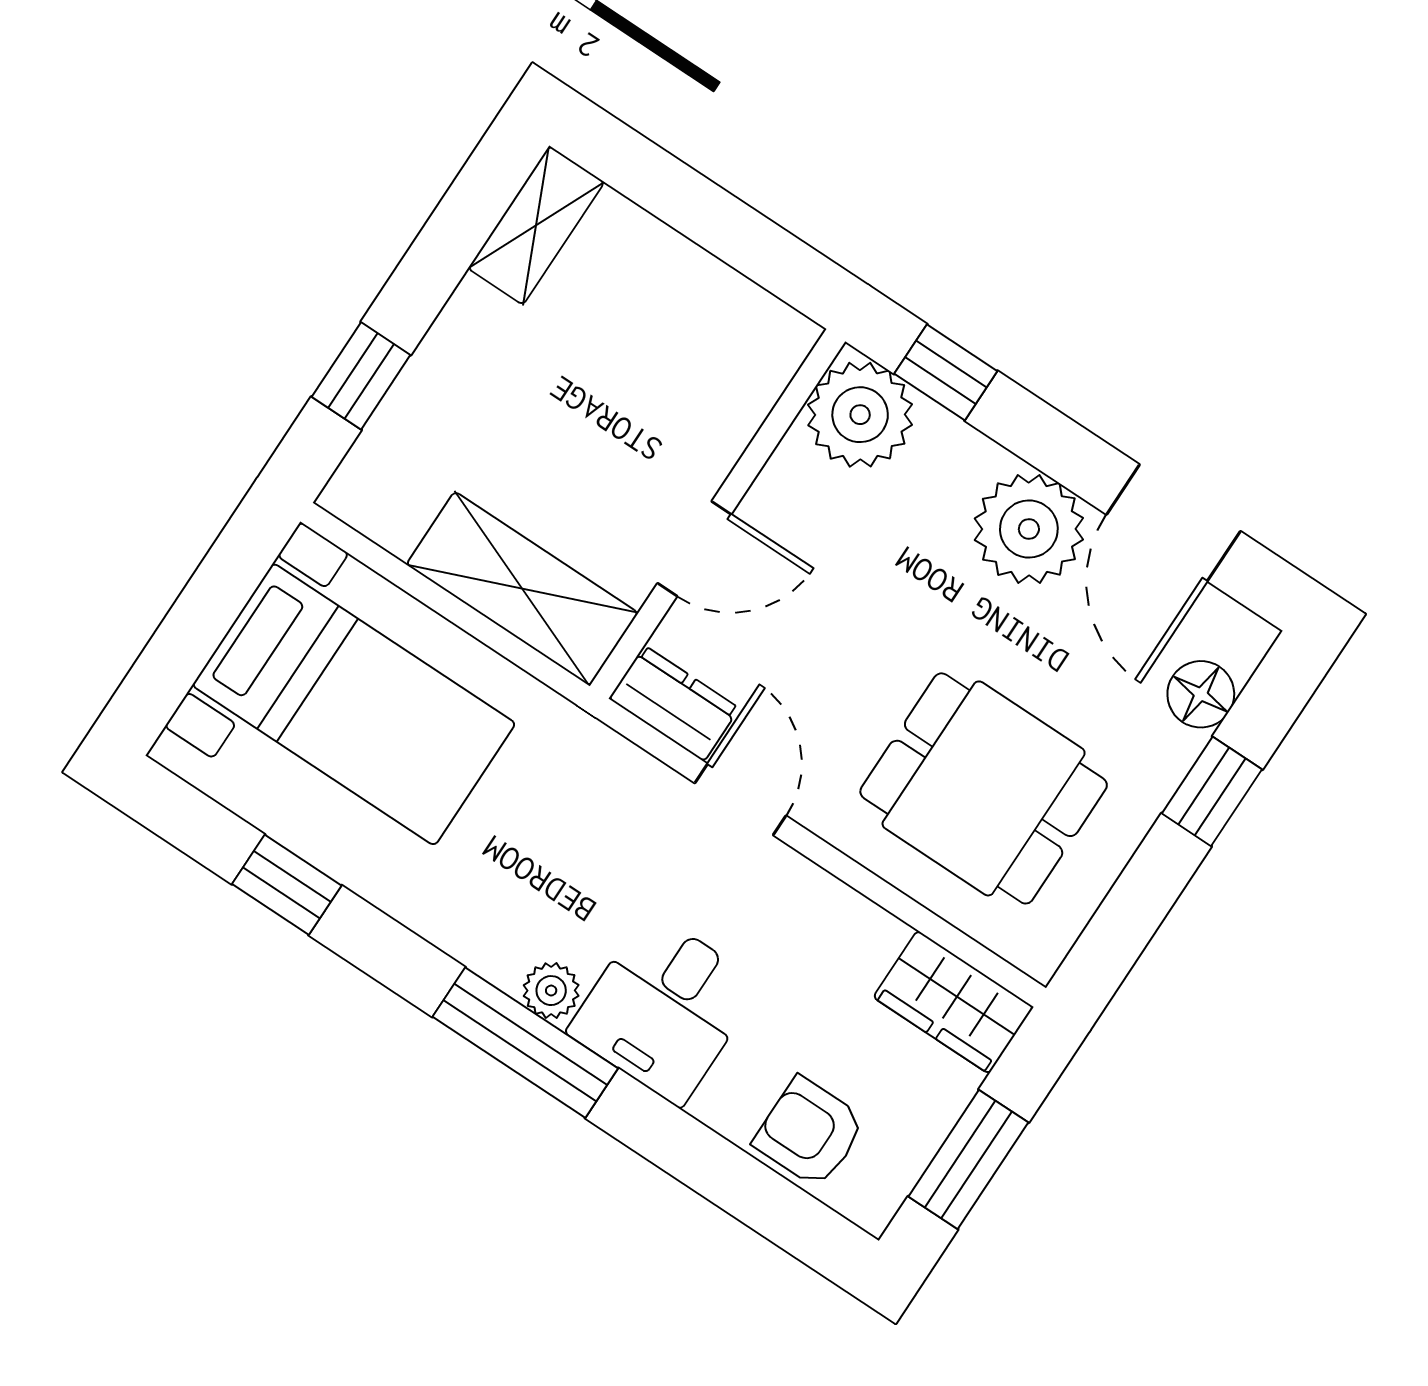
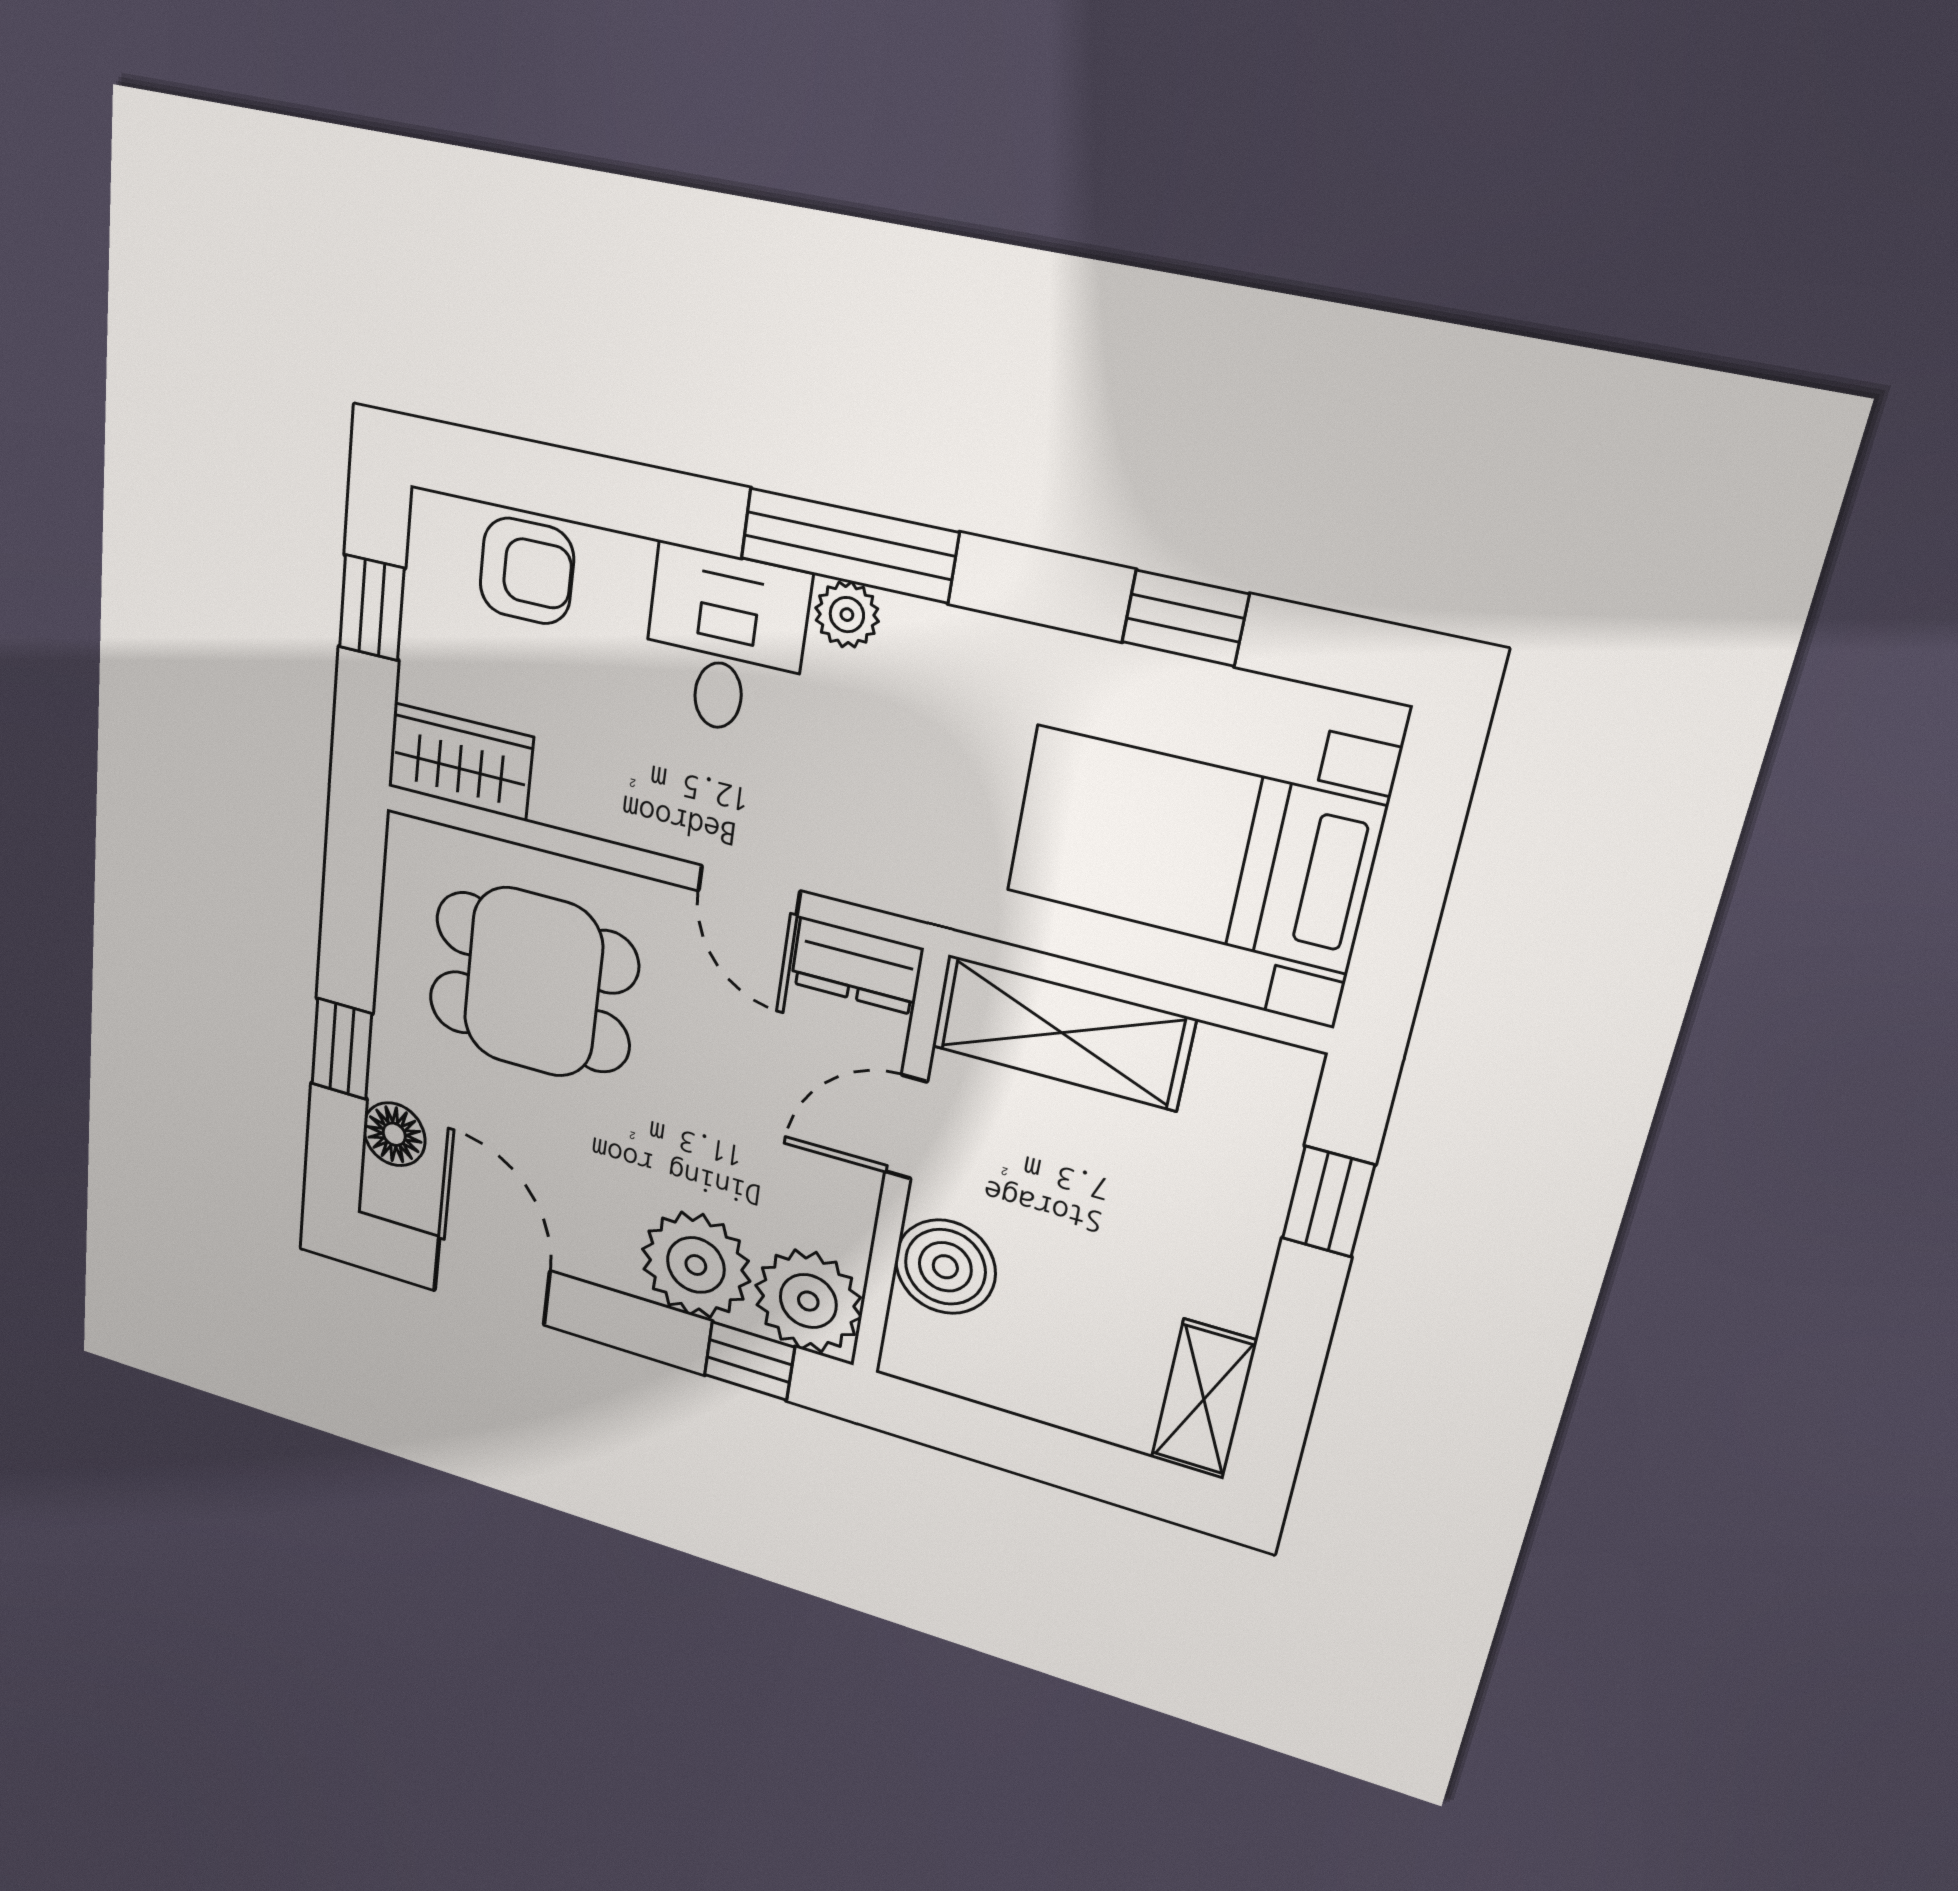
boiler: (716, 411) -> (945, 1267), added
plant: (1029, 529) -> (696, 1265), moved
window: (968, 1160) -> (372, 608), width x0.67

